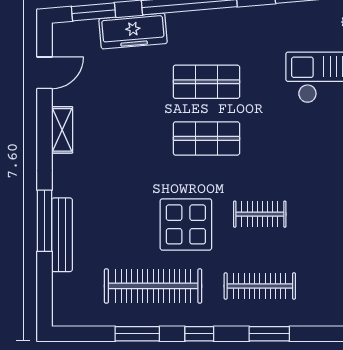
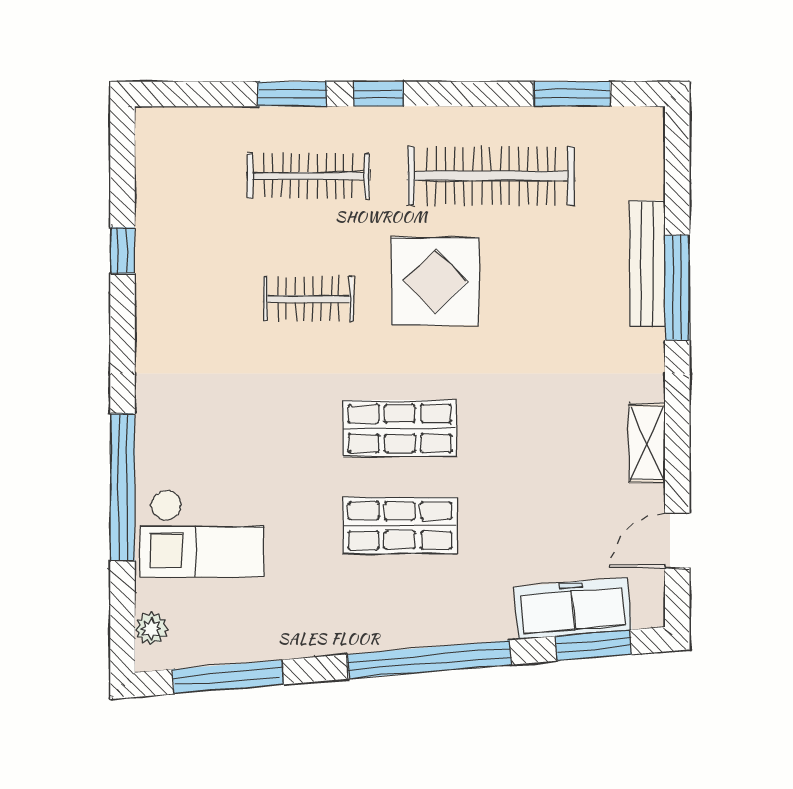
freezer: (133, 31) -> (573, 609), moved
window: (137, 334) -> (572, 94), moved
window: (199, 334) -> (379, 94), moved

